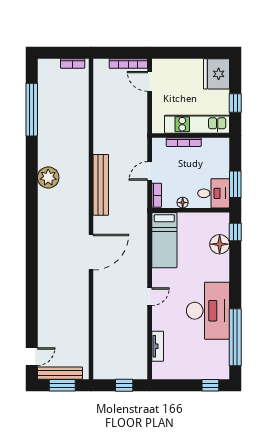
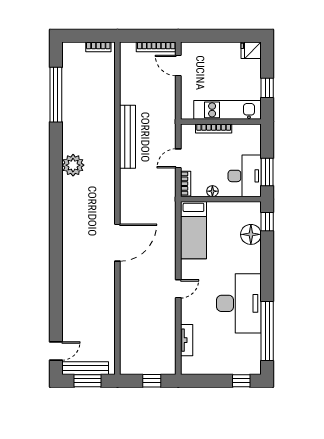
fridge: (217, 74) -> (251, 50), width x0.53, depth x0.75
bench: (101, 185) -> (128, 137), moved
desk: (214, 193) -> (245, 176), width x1.37

